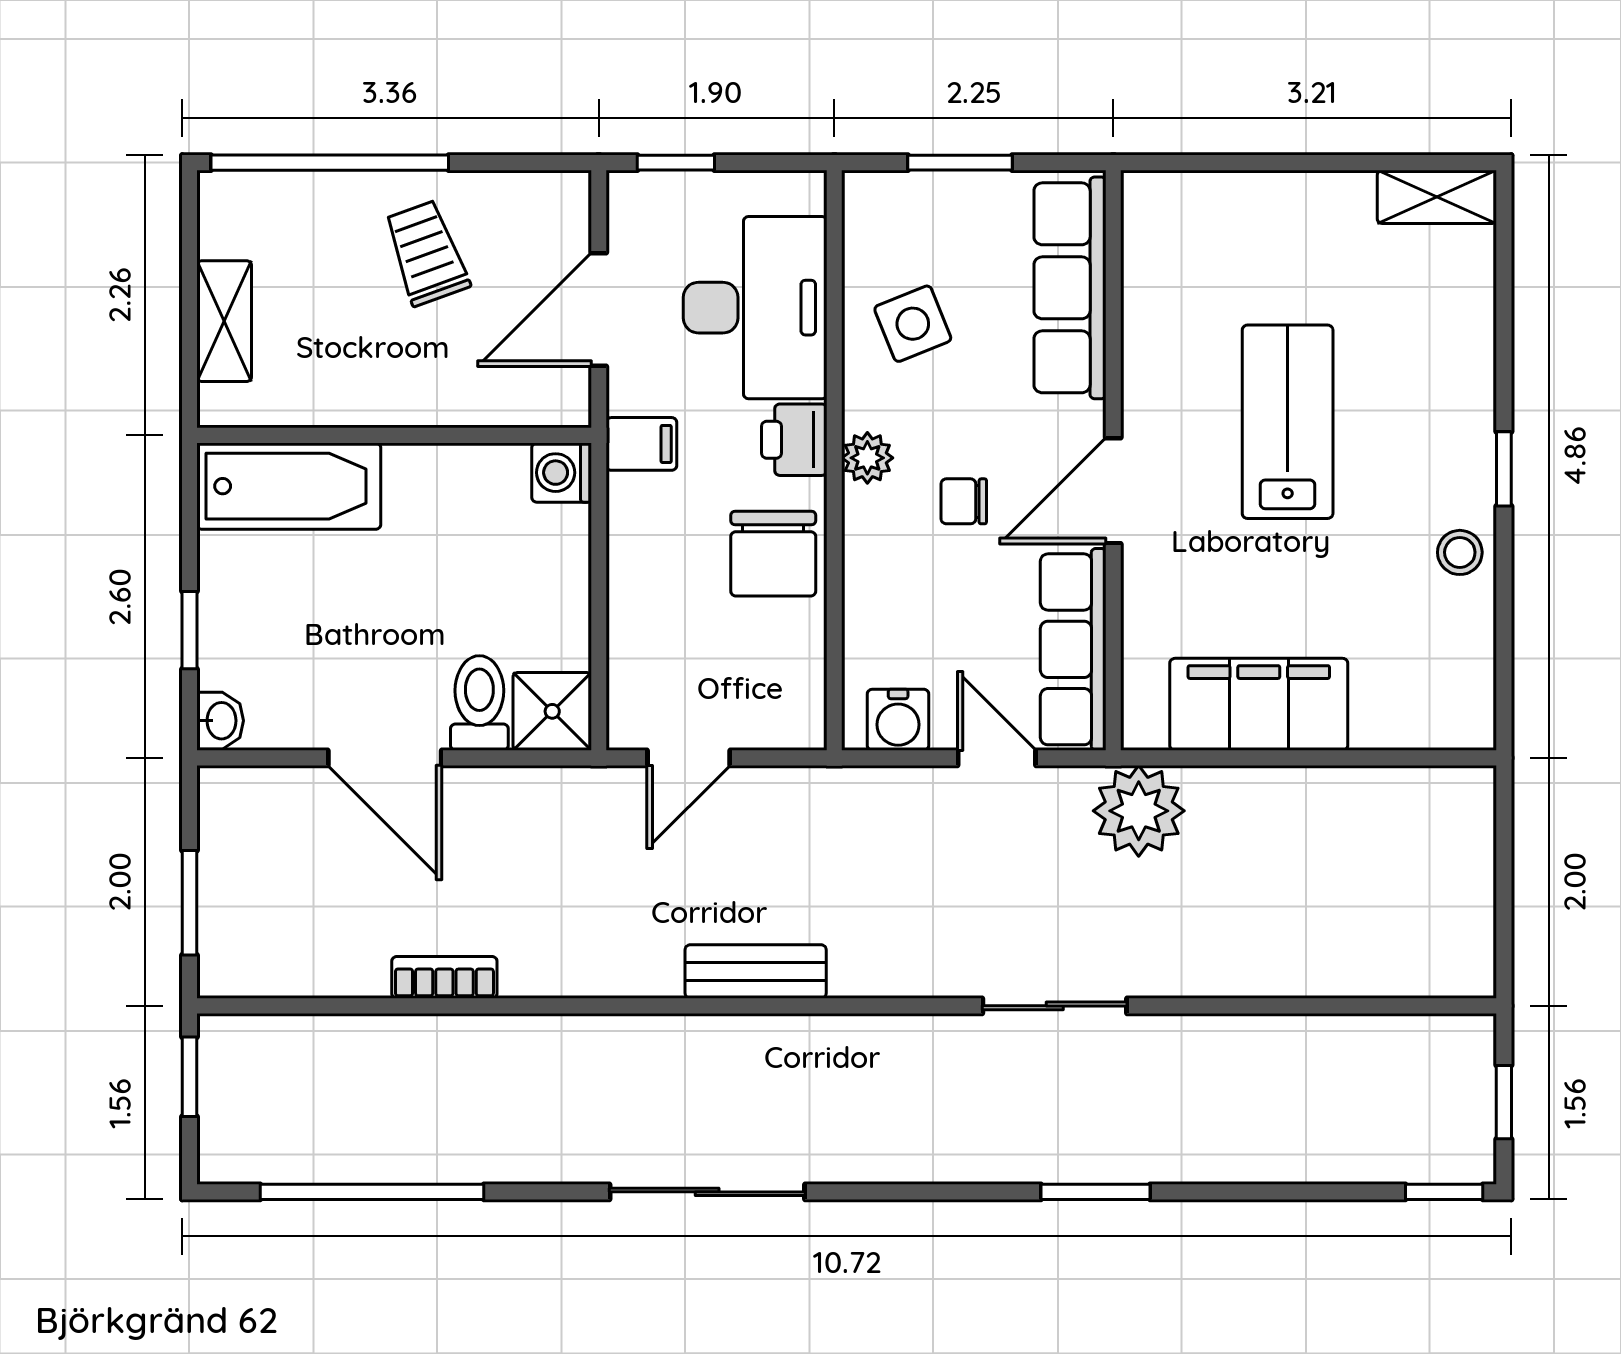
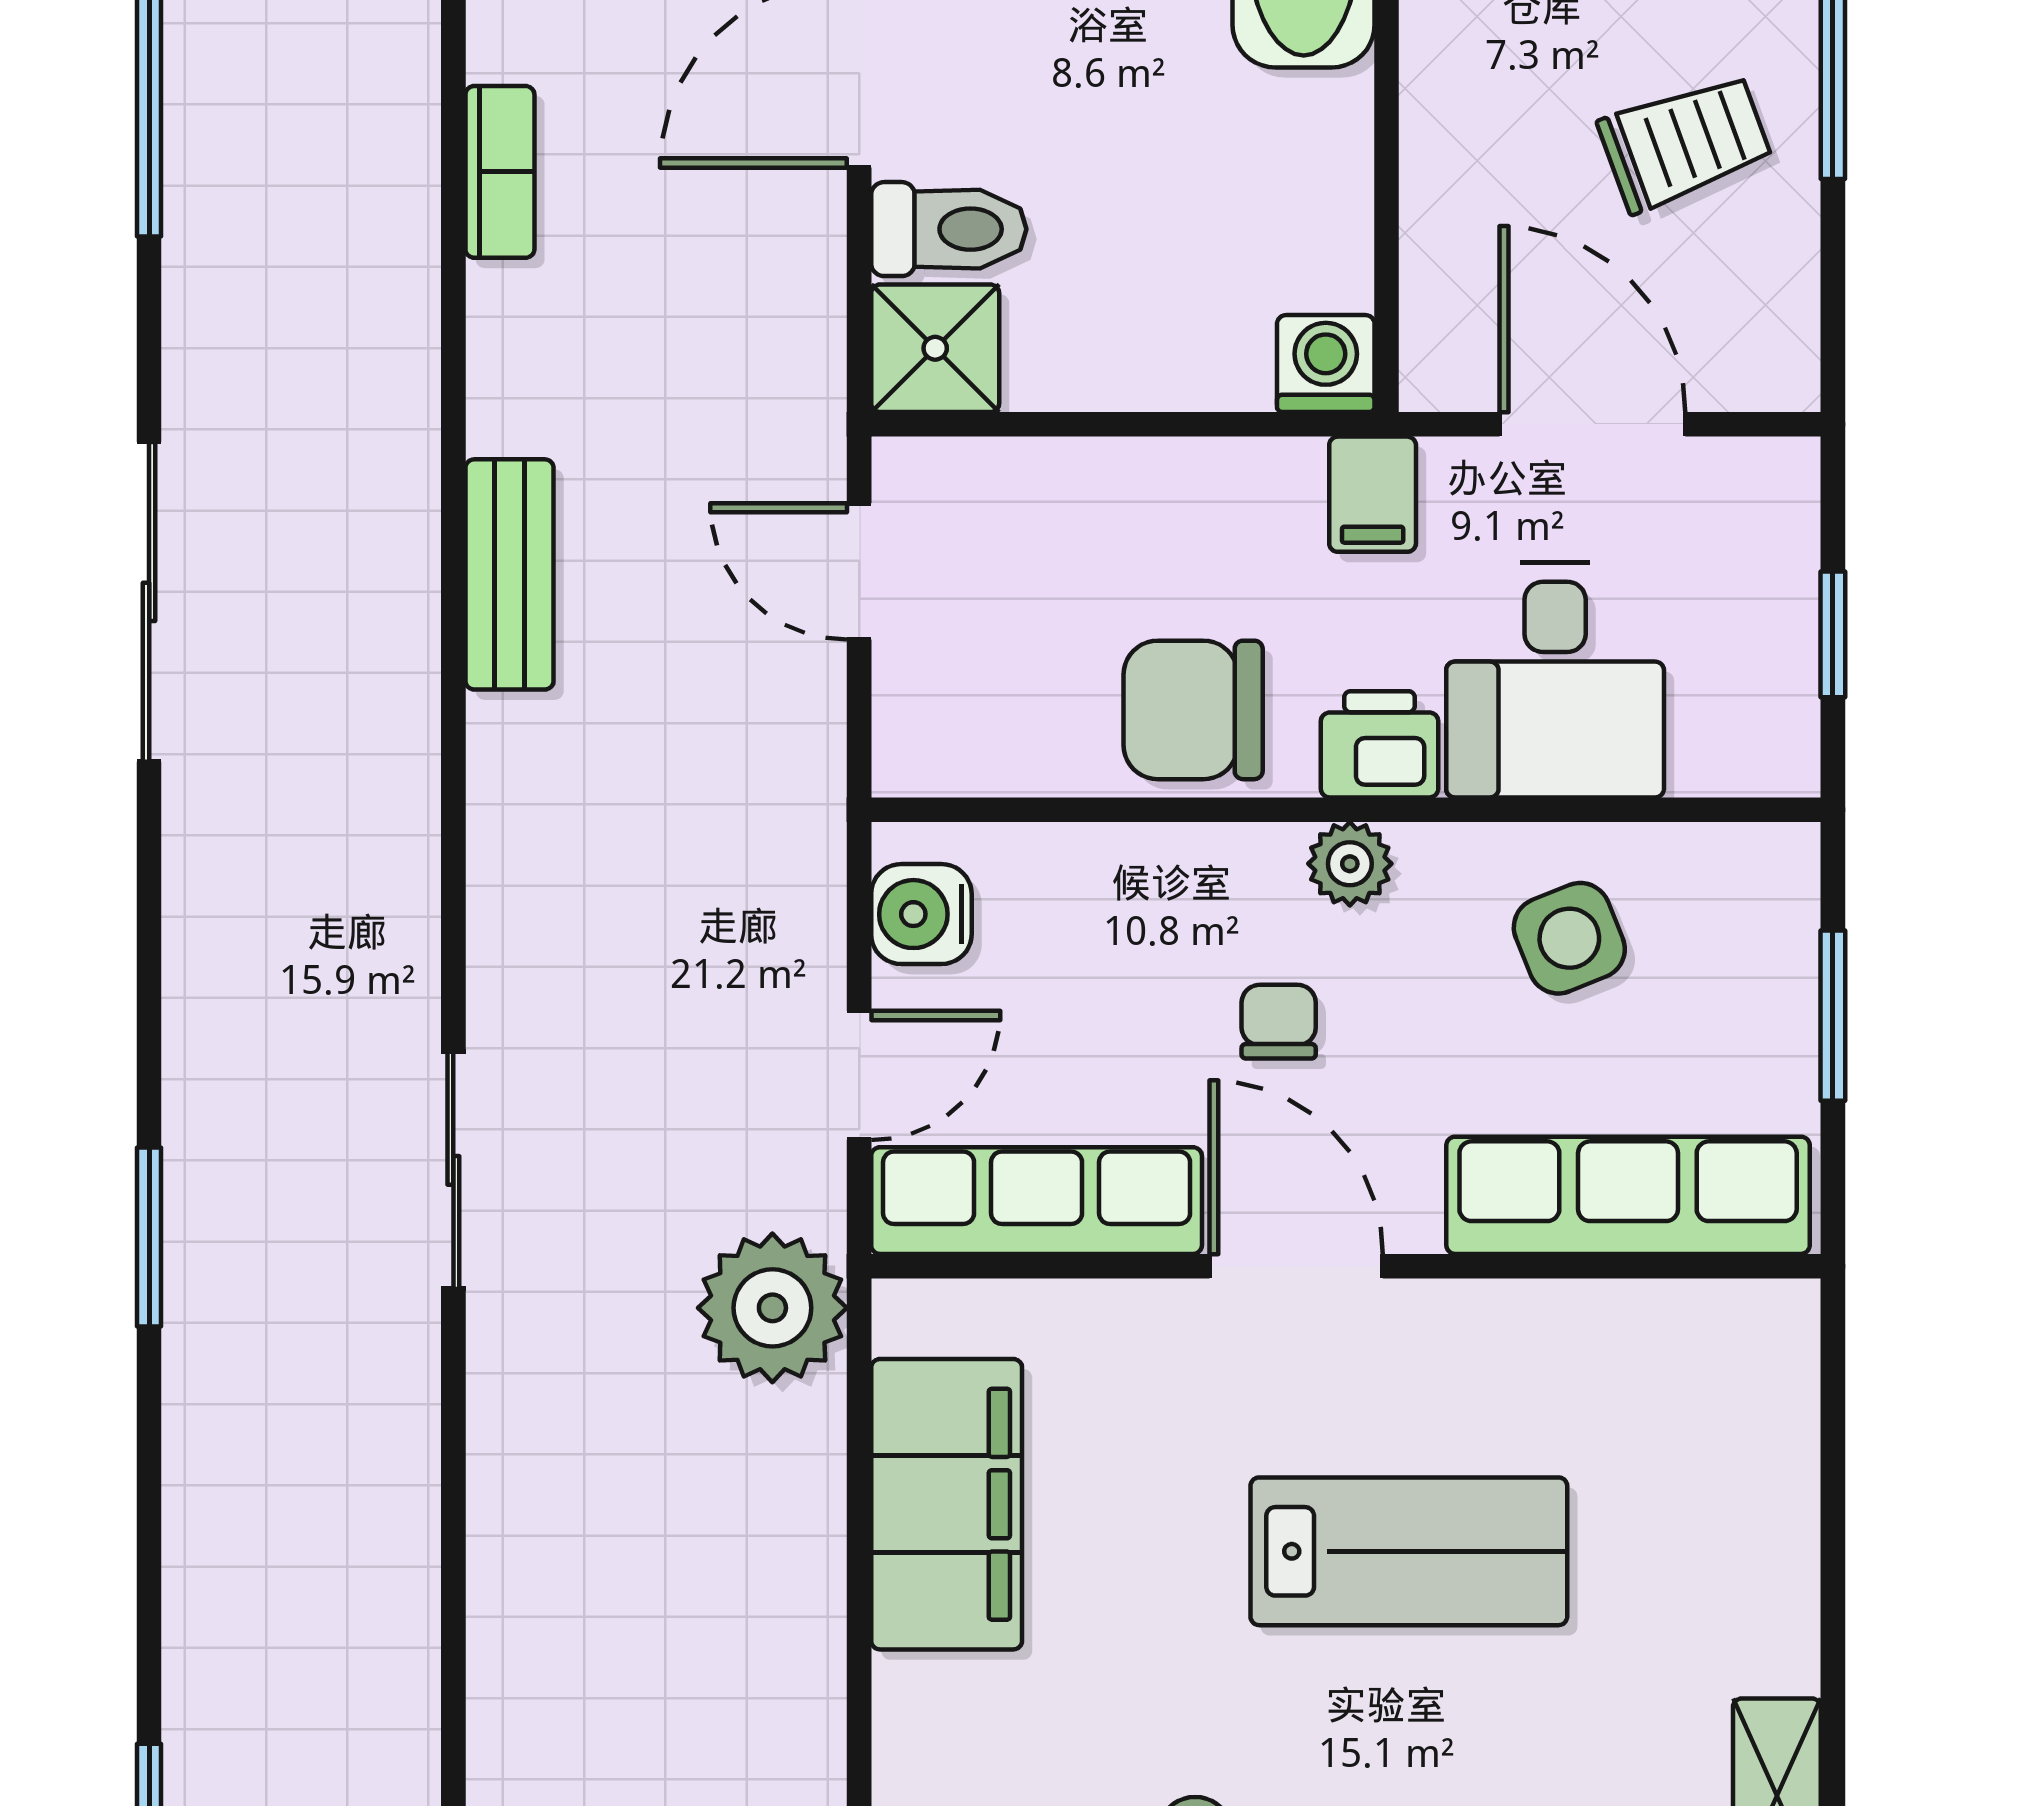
window: (676, 163) -> (1833, 634), moved
desk: (755, 308) -> (1555, 680), width x0.73
bench: (756, 971) -> (510, 574), moved

